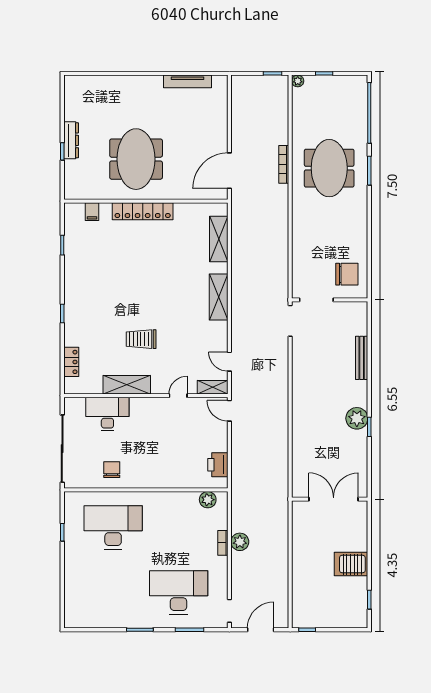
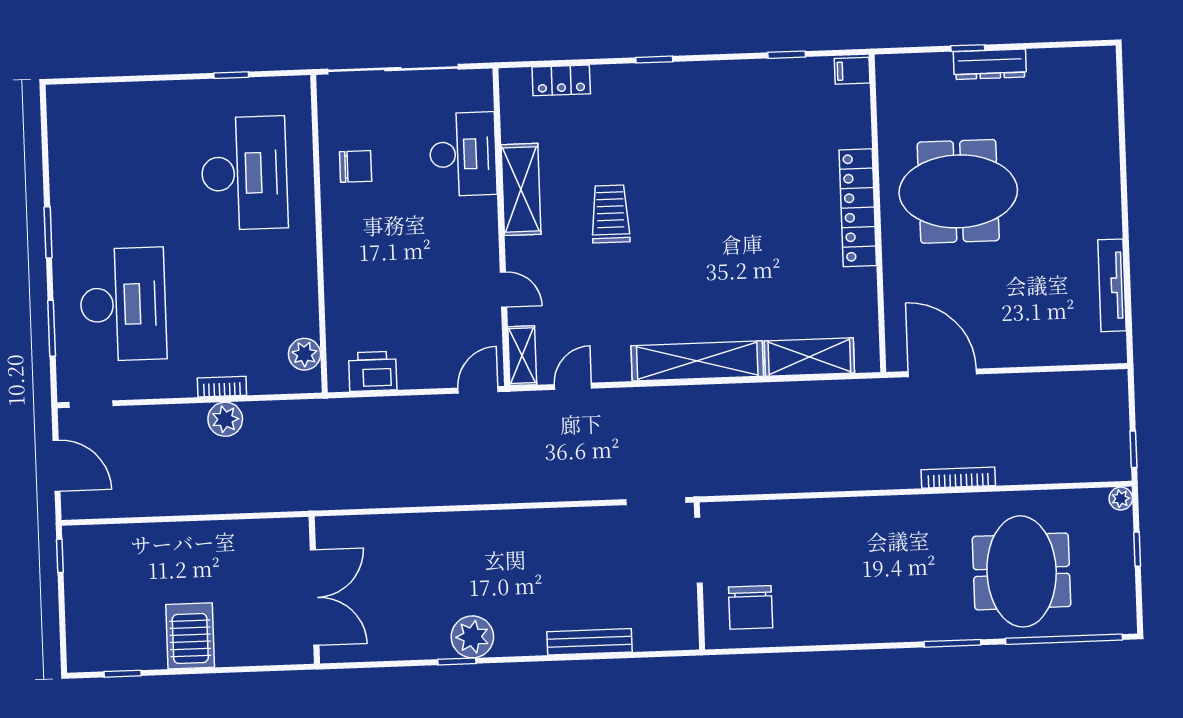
meeting table: (329, 168) -> (1022, 571), moved, turned 90
filing cabinet: (92, 212) -> (852, 71), moved
shelving: (219, 297) -> (697, 361), width x1.47

